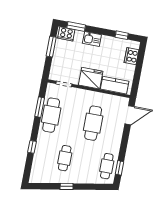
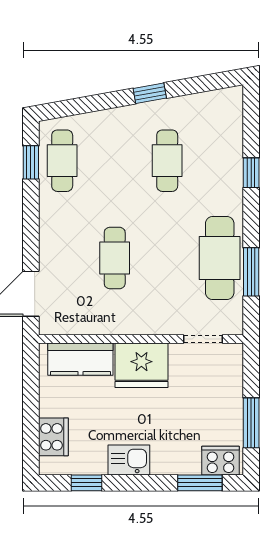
kitchen sink: (92, 39) -> (129, 460), moved
cafe table: (93, 123) -> (115, 258), width x0.73, depth x0.74

